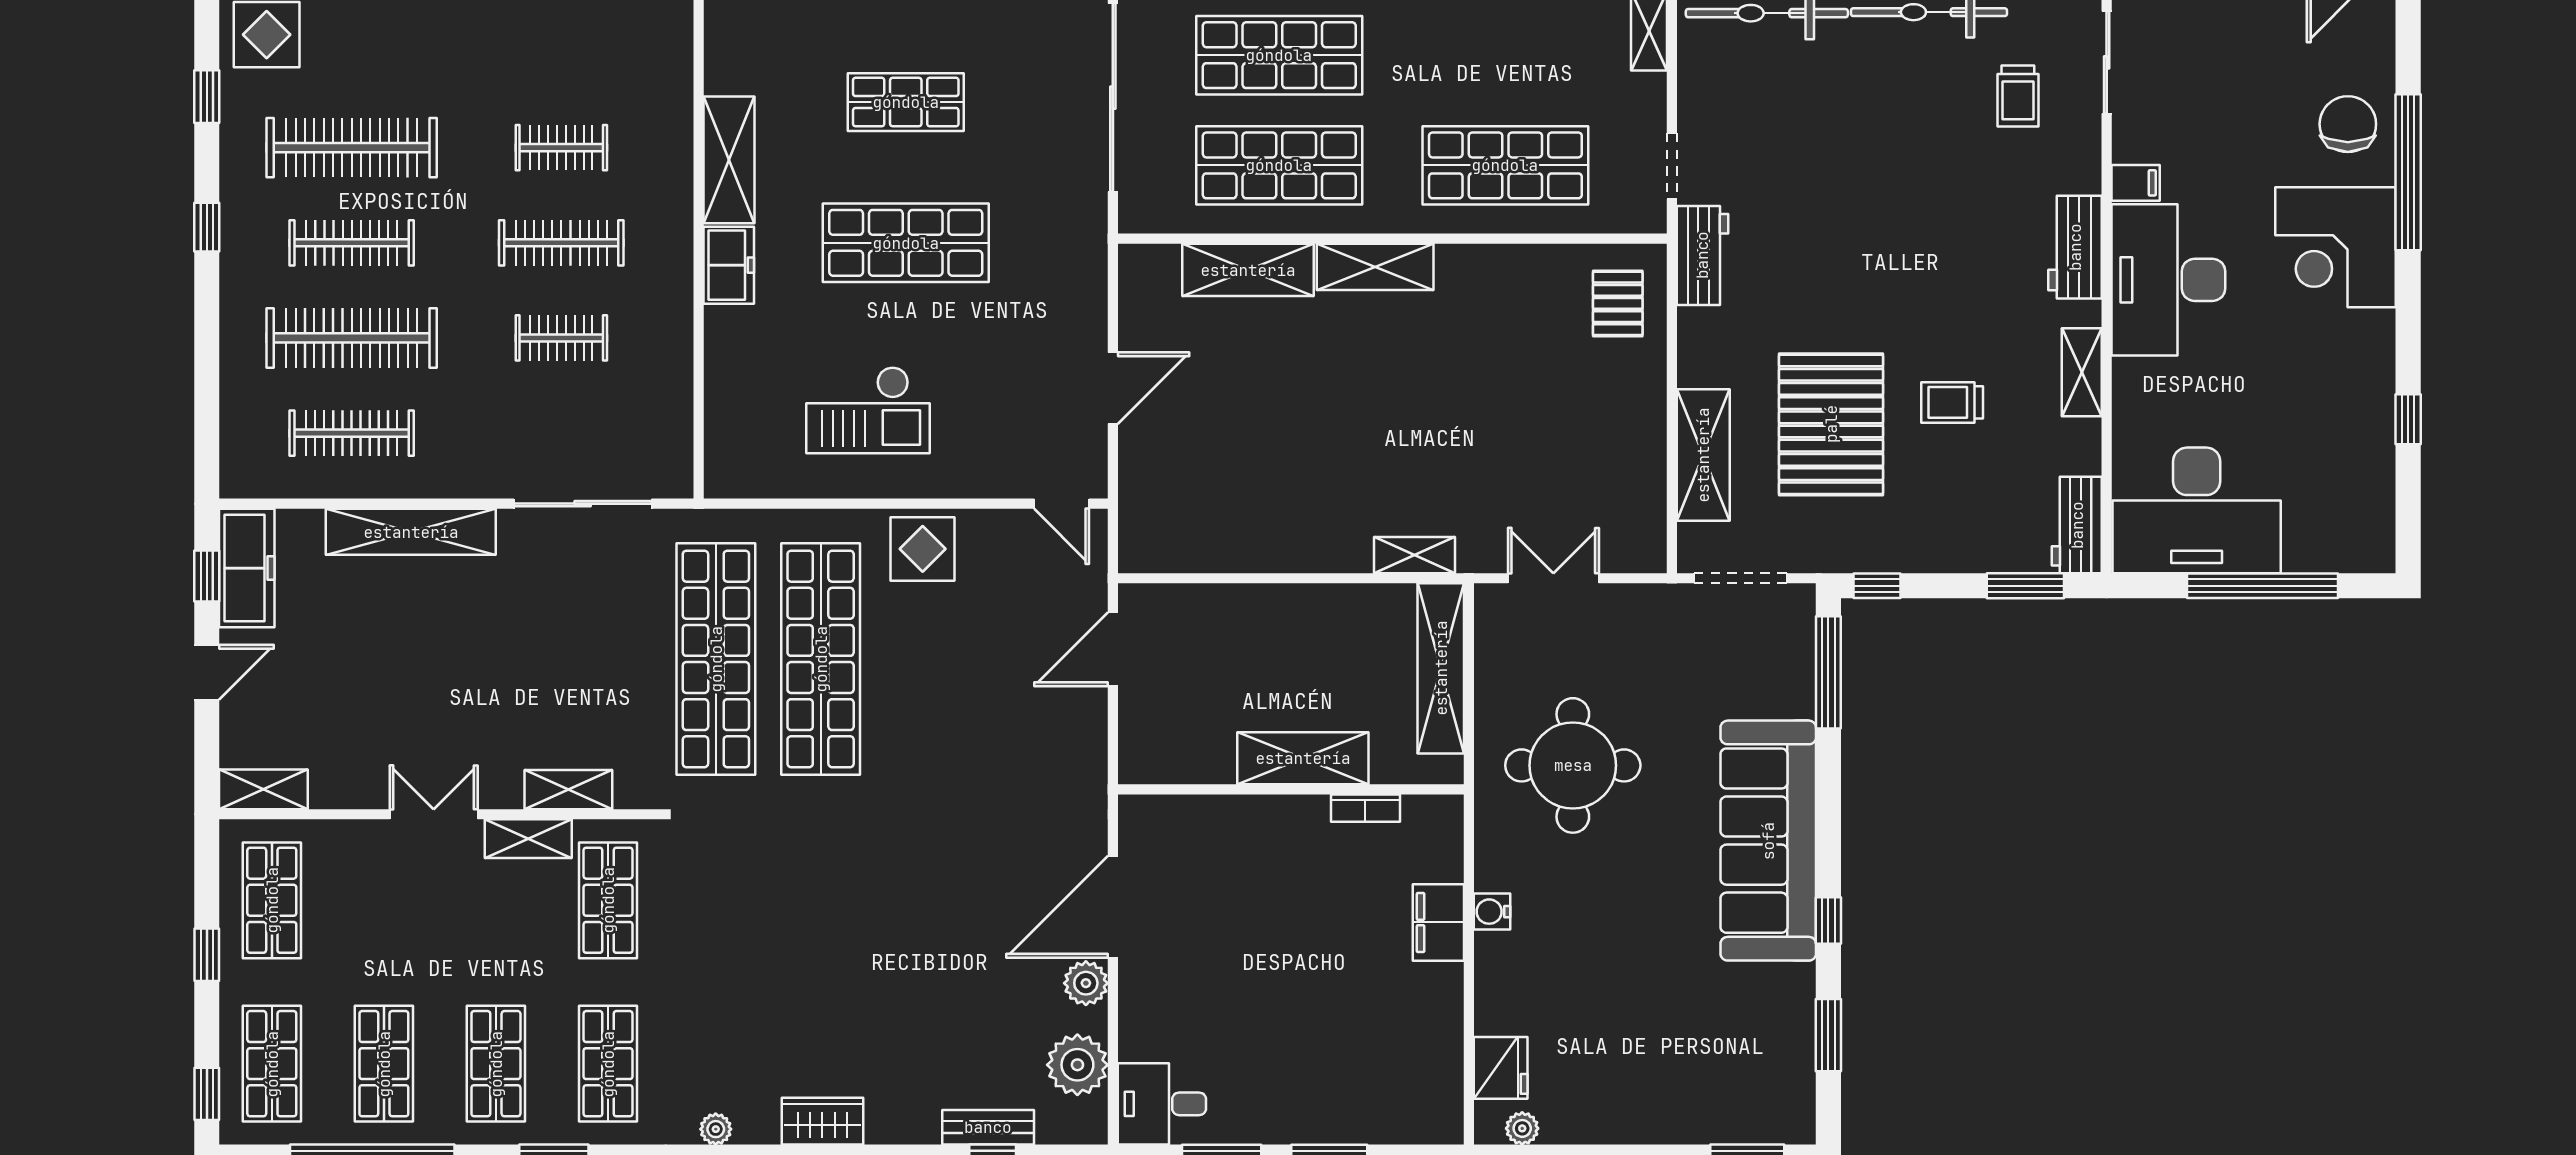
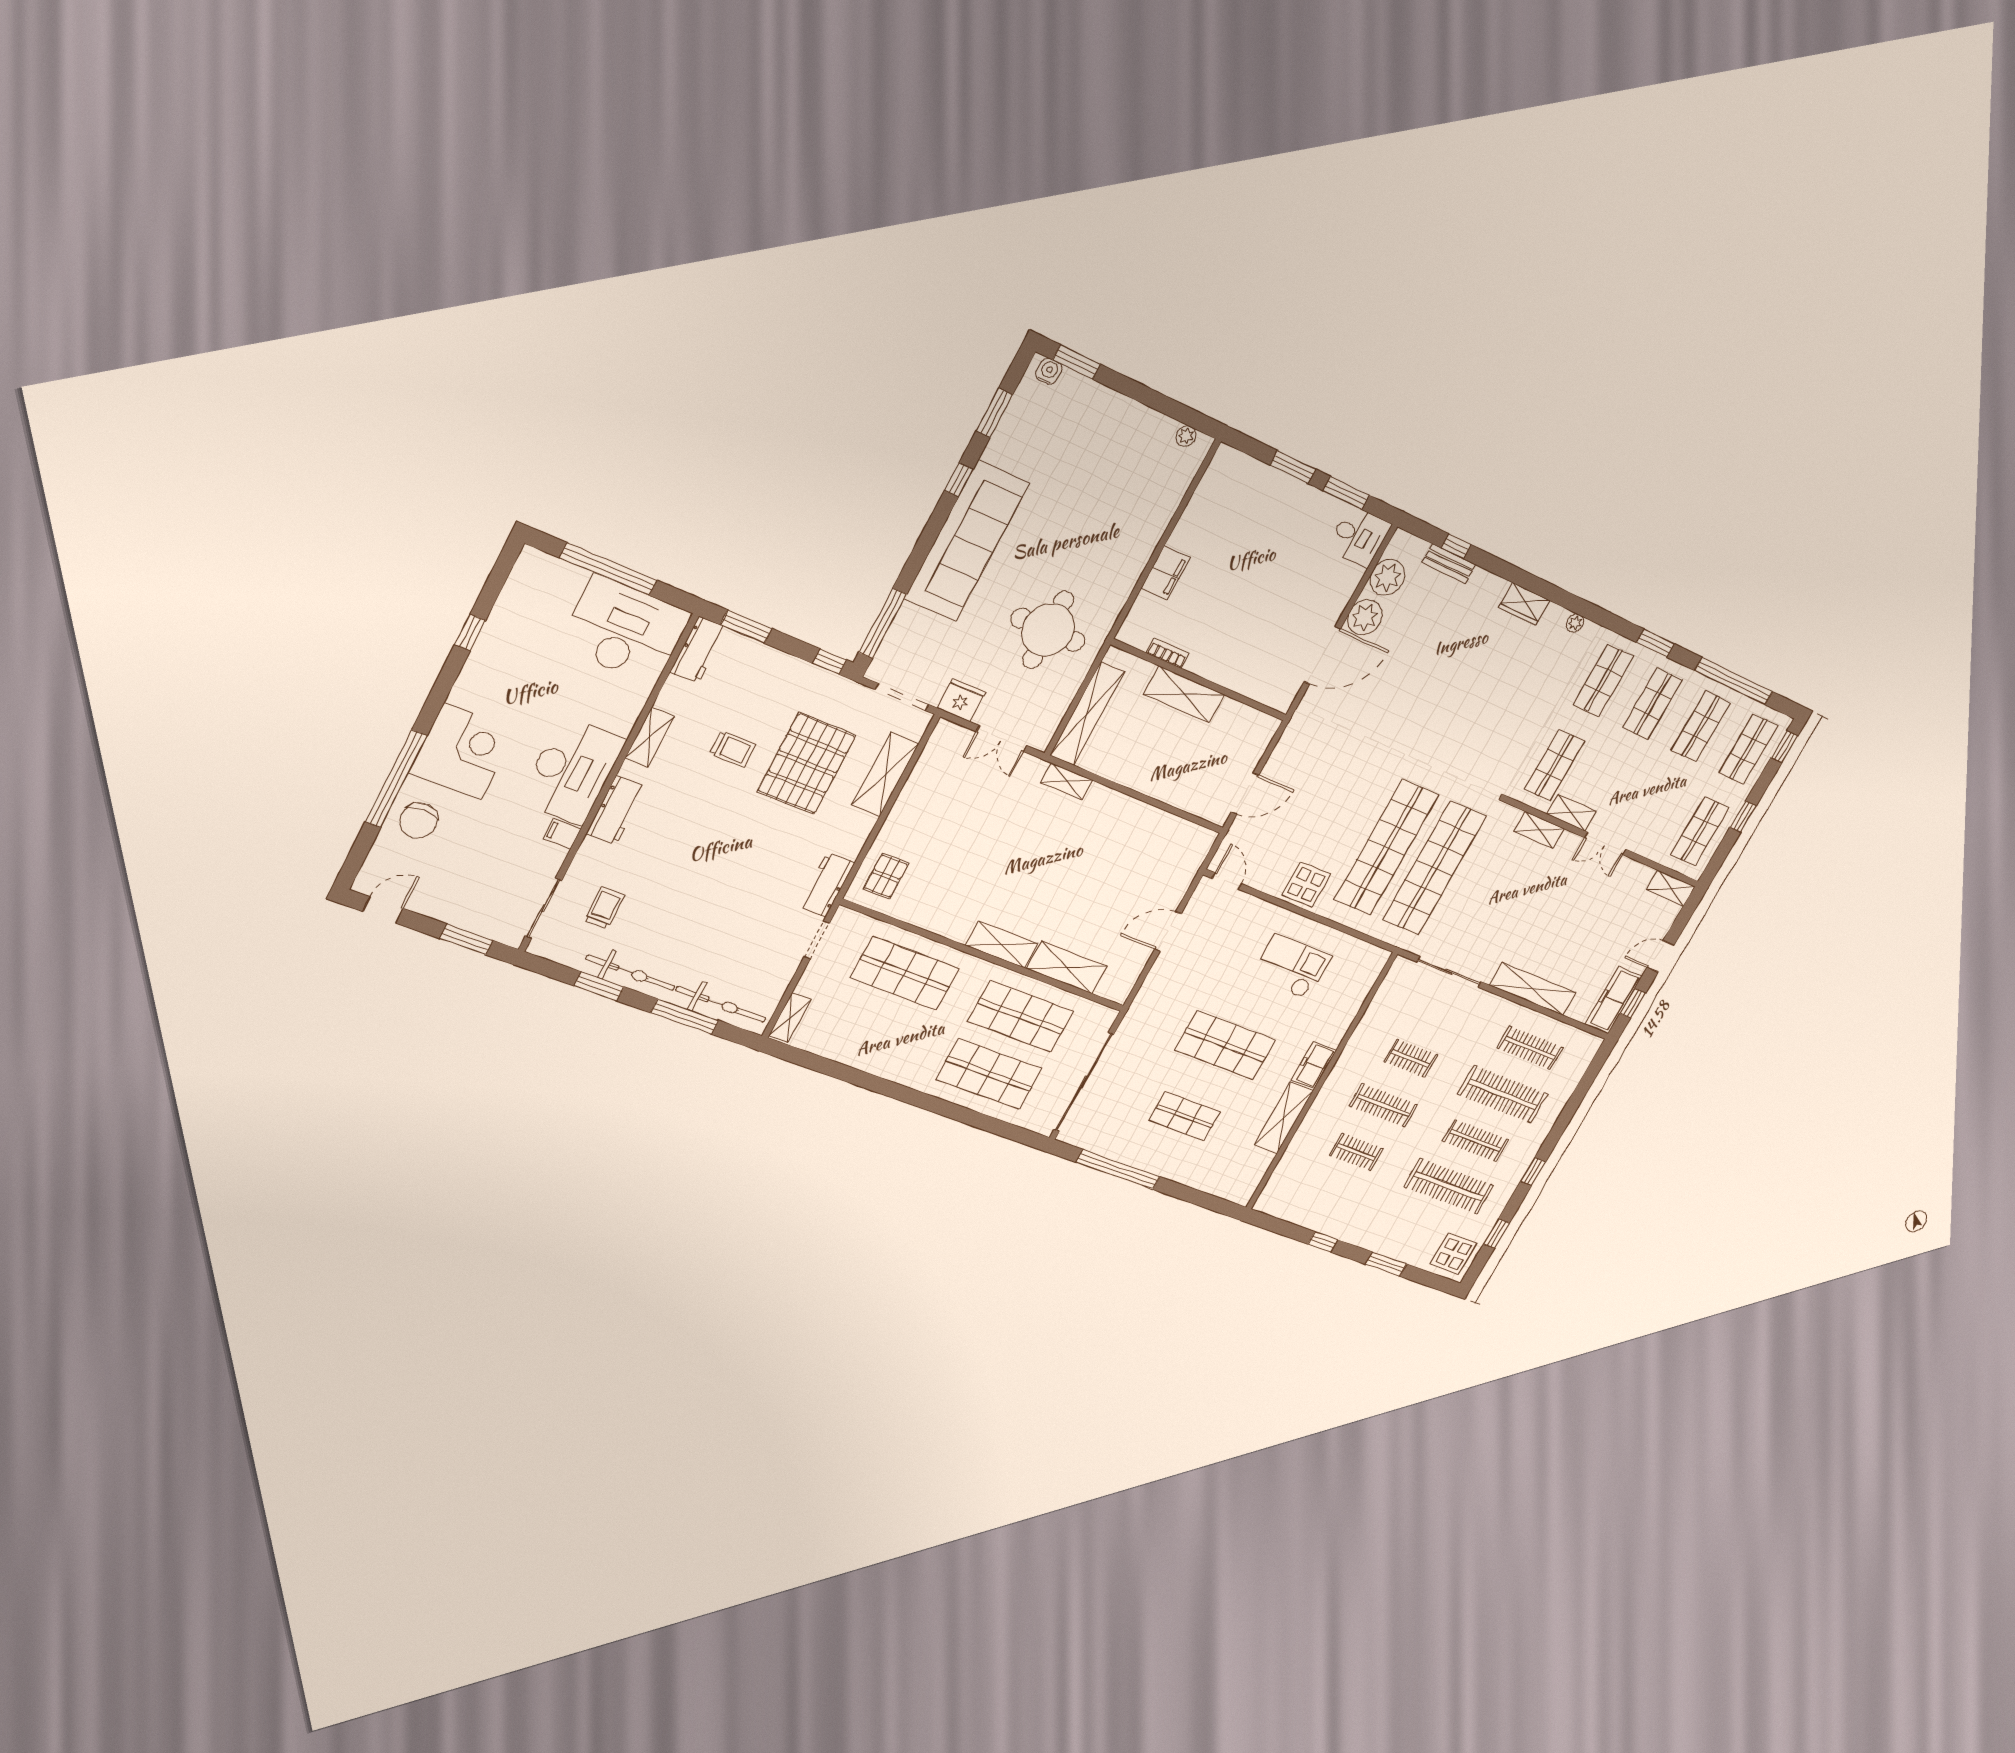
water cooler: (1492, 912) -> (1049, 371), moved, turned -90
plant: (1086, 983) -> (1365, 617), width x1.36, depth x1.36
fridge: (1501, 1068) -> (961, 700), moved, turned 90

